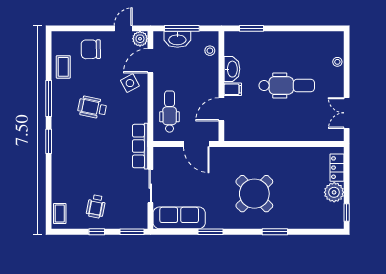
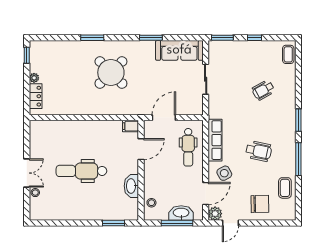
filing cabinet: (233, 89) -> (131, 126), moved
double door: (347, 113) -> (27, 173), moved
door: (196, 144) -> (164, 118), hinge flipped
row of seats: (140, 146) -> (215, 140), moved
plant: (334, 192) -> (34, 78), width x0.53, depth x0.53
wheelchair: (96, 206) -> (263, 90), moved, turned -130

